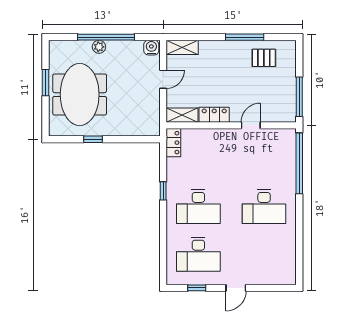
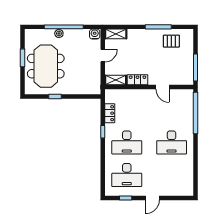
door: (251, 125) -> (162, 87), swing flipped
locker: (173, 143) -> (110, 113), moved

